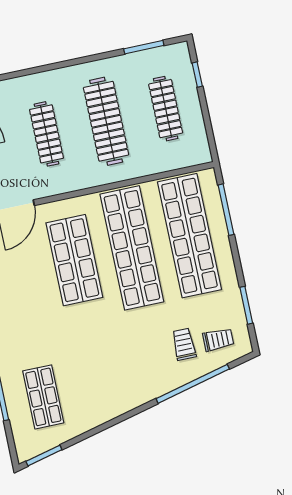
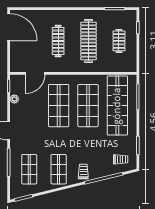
clothes rail: (166, 109) -> (119, 41), width x0.73
shop shelf: (132, 248) -> (88, 106), width x0.71
trolley: (184, 344) -> (83, 172), moved
shop shelf: (101, 385) -> (59, 169), added

